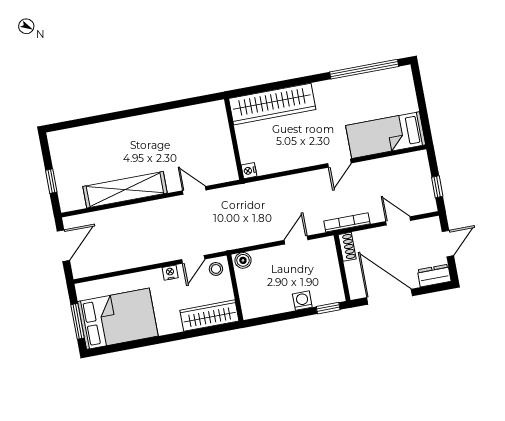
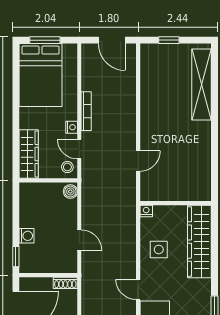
side table: (290, 148) -> (159, 249), added
shelving: (125, 190) -> (202, 84), moved
bookcase: (347, 222) -> (86, 111), moved

